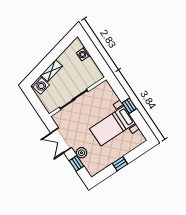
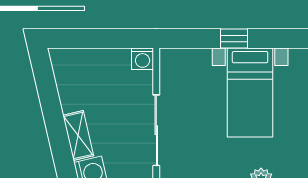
washing machine: (83, 54) -> (143, 59), moved

